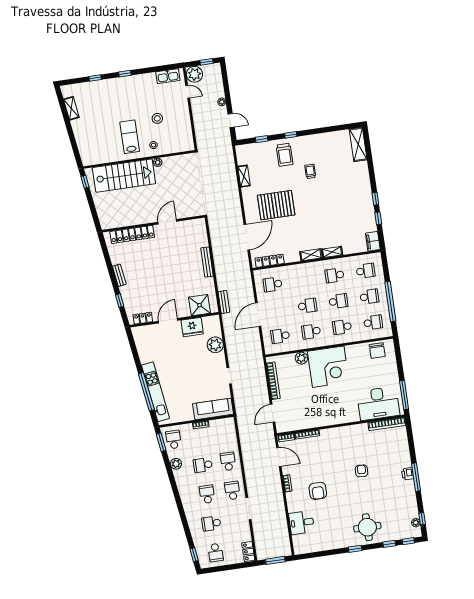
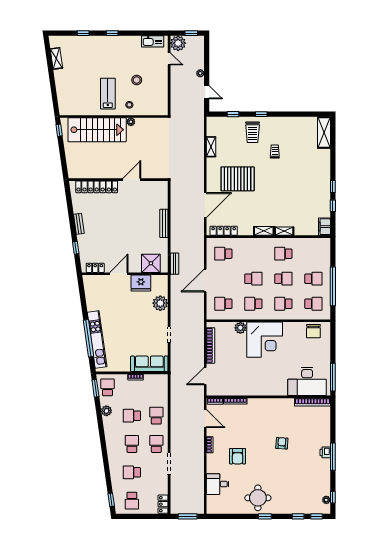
school desk: (366, 271) -> (313, 254), removed
round table: (367, 527) -> (258, 498), moved

